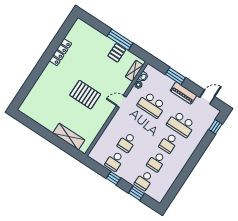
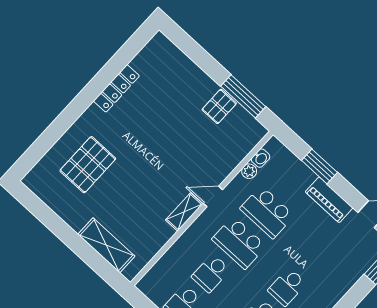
window: (120, 40) -> (243, 96), moved
shelving: (134, 71) -> (184, 212), moved
pallet: (85, 95) -> (88, 165), moved, turned 90
school desk: (181, 124) -> (239, 243), moved

